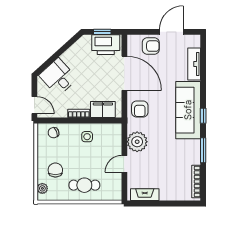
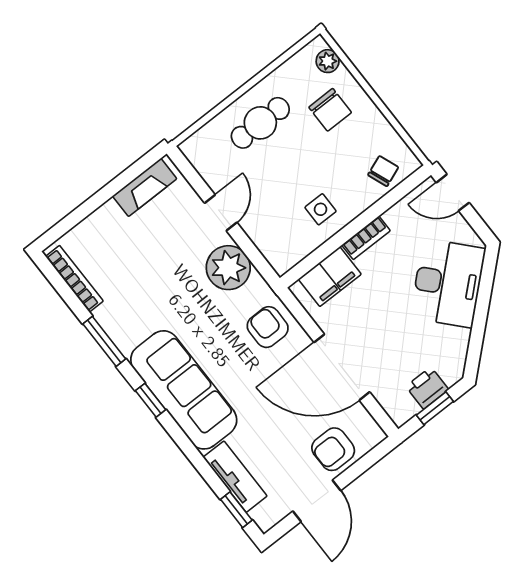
printer: (106, 45) -> (427, 388), width x0.53, depth x0.68
window: (203, 52) -> (236, 510), added
desk: (58, 77) -> (448, 283), width x1.37

